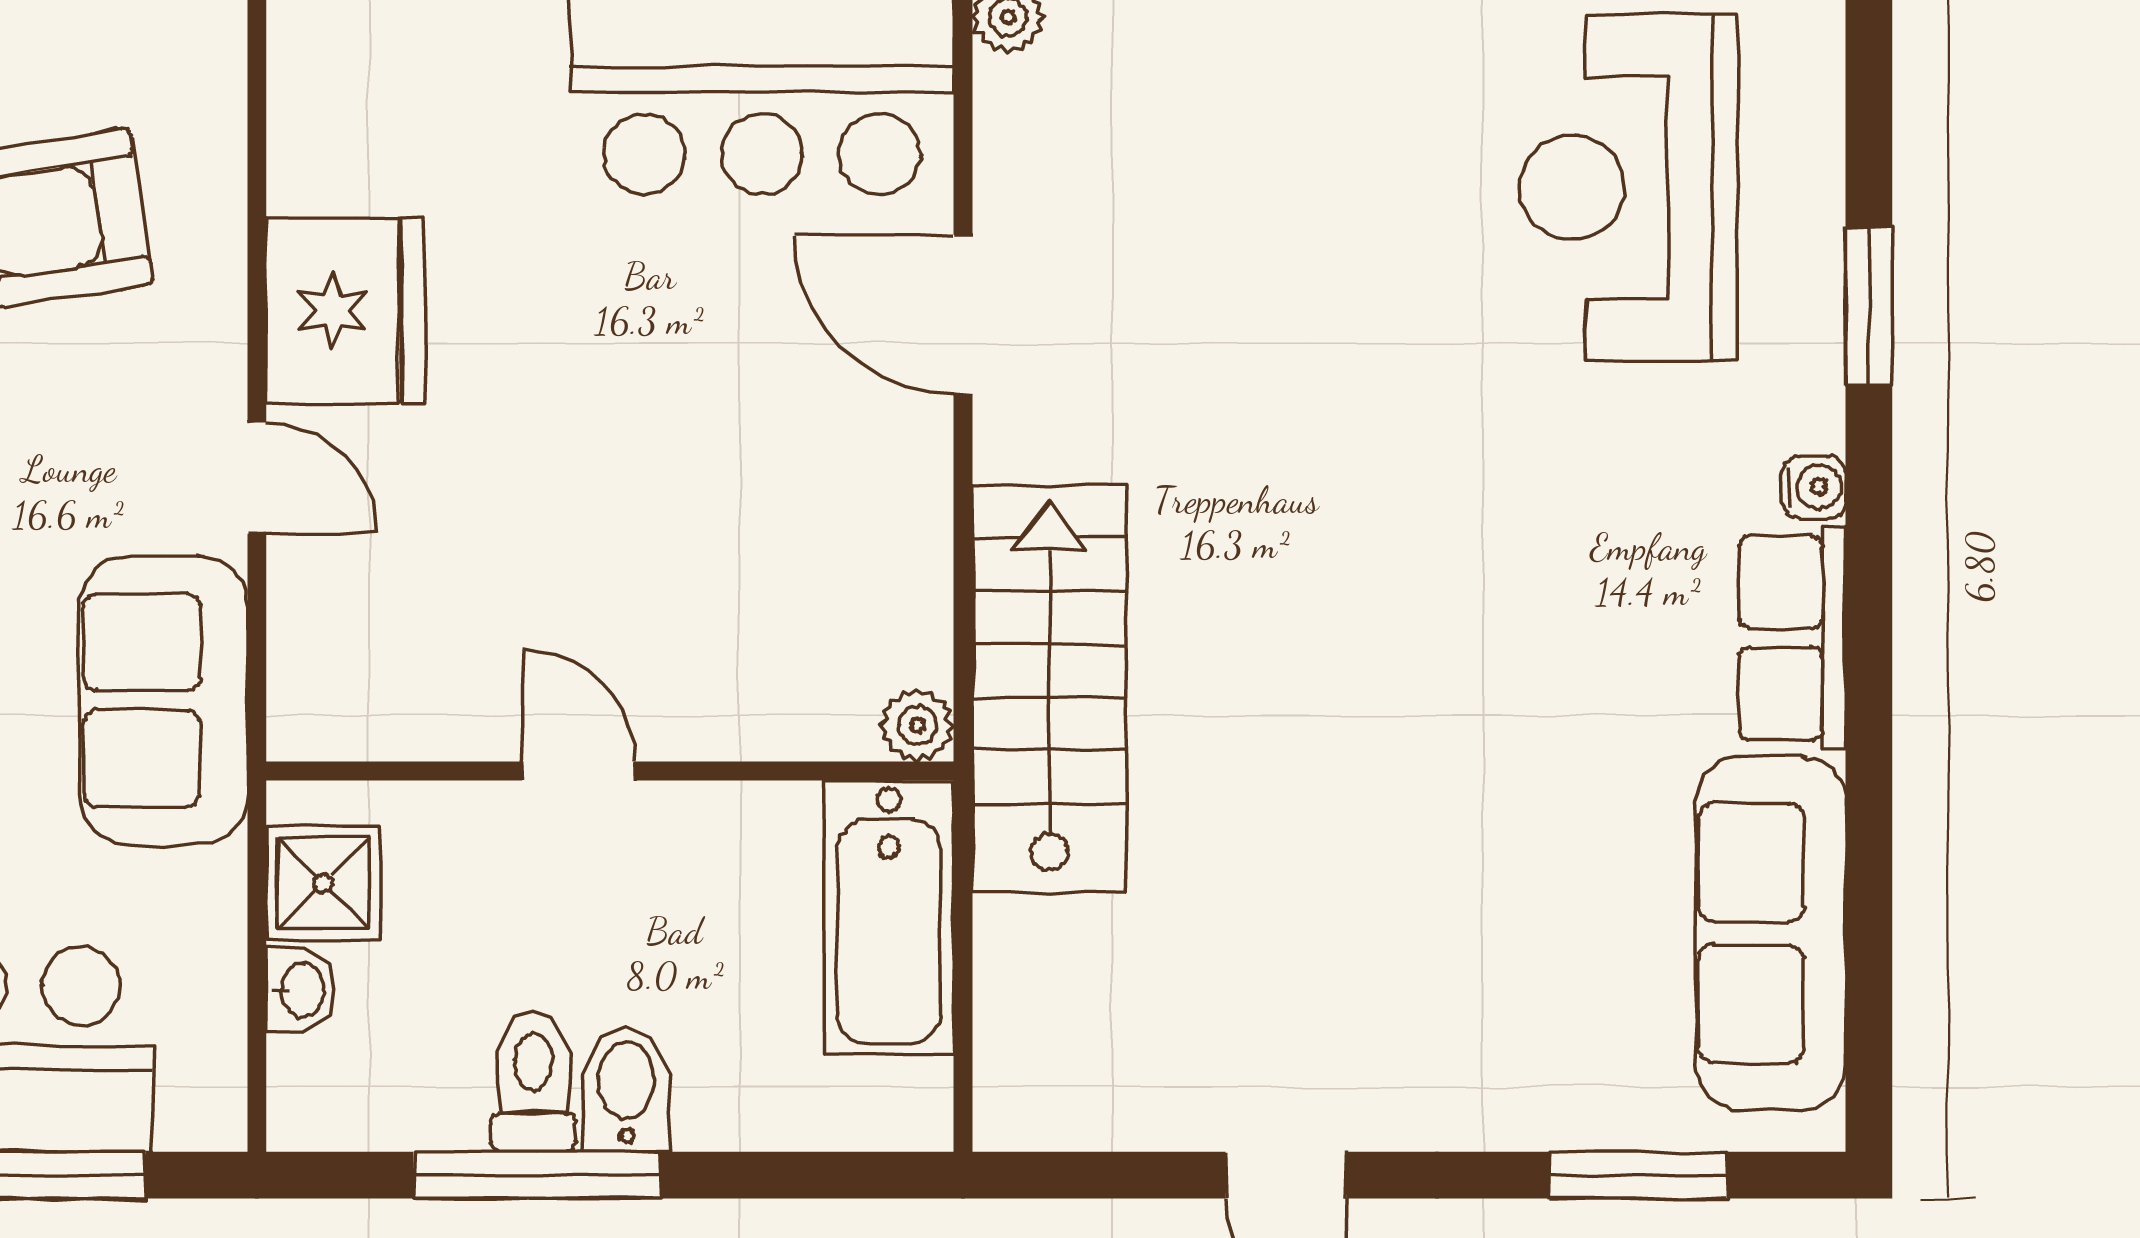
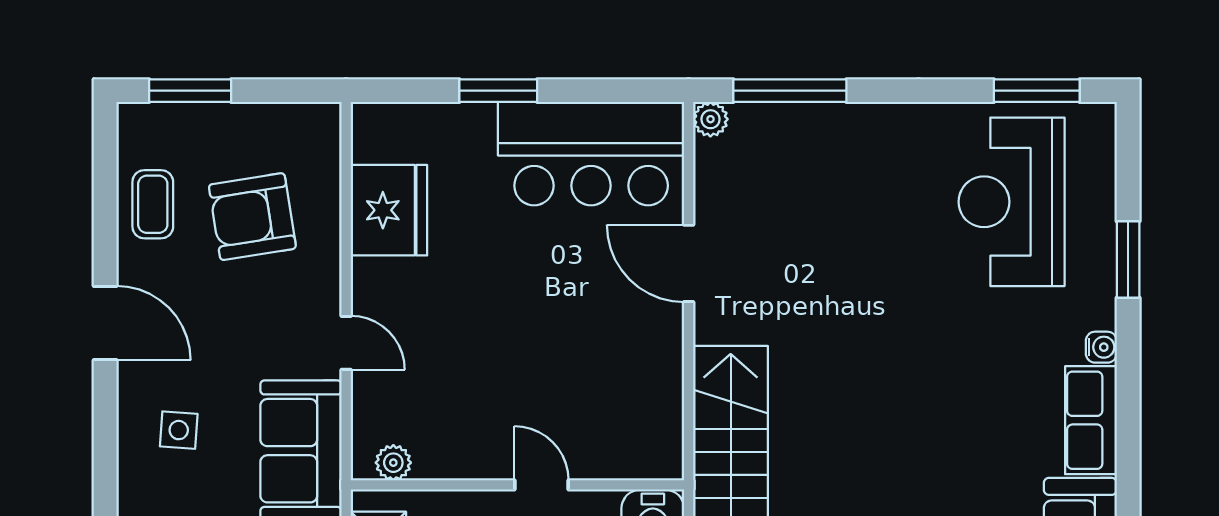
fridge: (345, 311) -> (389, 210), moved
plant: (917, 725) -> (393, 463), moved
door: (578, 771) -> (541, 485), moved

